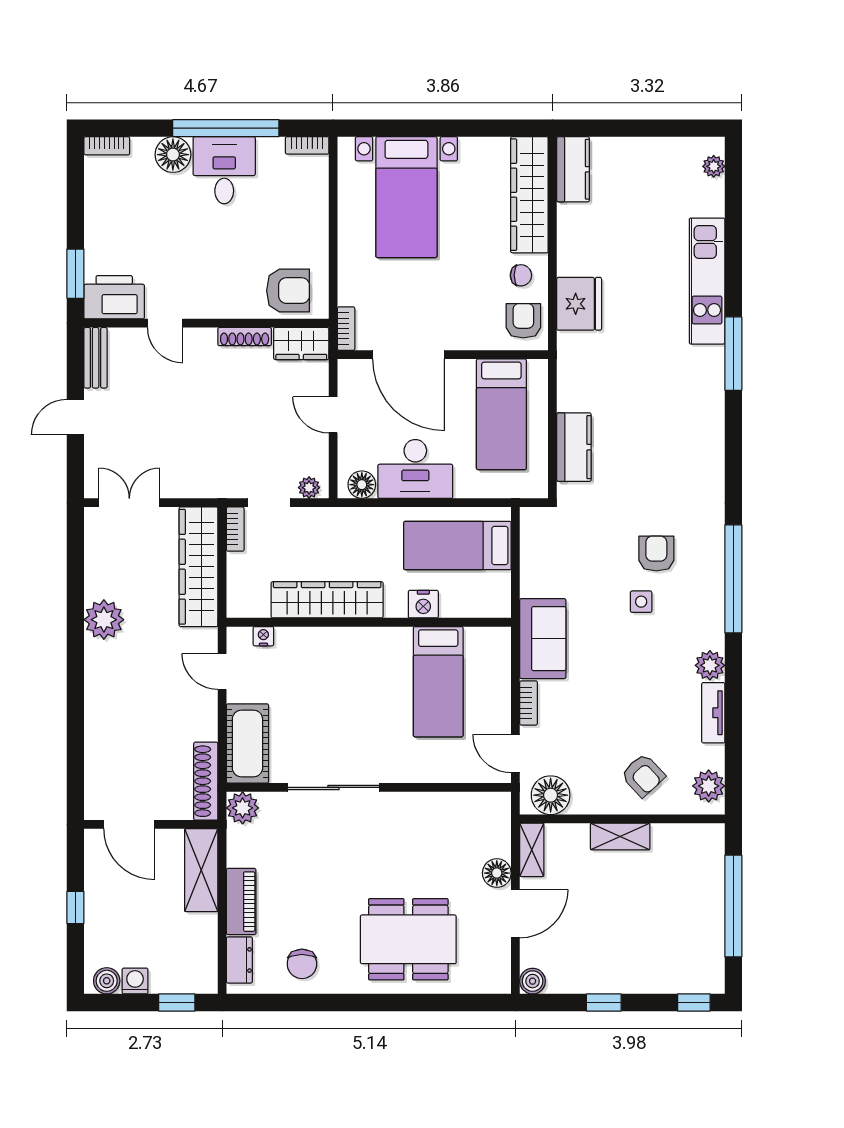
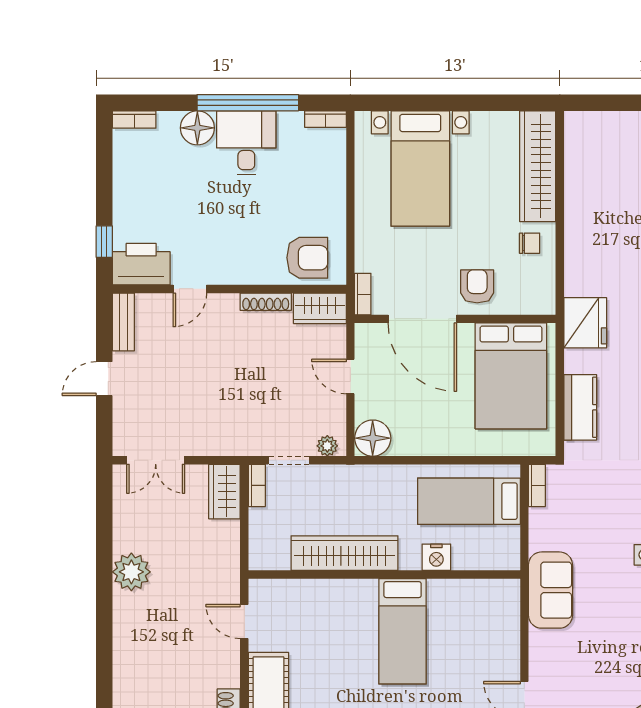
kitchen counter: (573, 169) -> (579, 142), removed
window: (75, 274) -> (104, 242), width x0.67
fridge: (579, 304) -> (585, 323), moved
armchair: (523, 321) -> (477, 286), moved
door: (165, 323) -> (190, 289), hinge flipped
bed: (501, 414) -> (511, 376), width x1.50
desk: (415, 469) -> (429, 428), removed
floor lamp: (362, 485) -> (373, 438), width x1.38, depth x1.38
double door: (129, 503) -> (156, 460), swing flipped
wardrobe: (198, 567) -> (224, 492), width x0.48, depth x0.85
nightstand: (263, 636) -> (284, 588), removed
bed: (438, 682) -> (403, 631), moved
bookcase: (529, 703) -> (537, 485), moved

